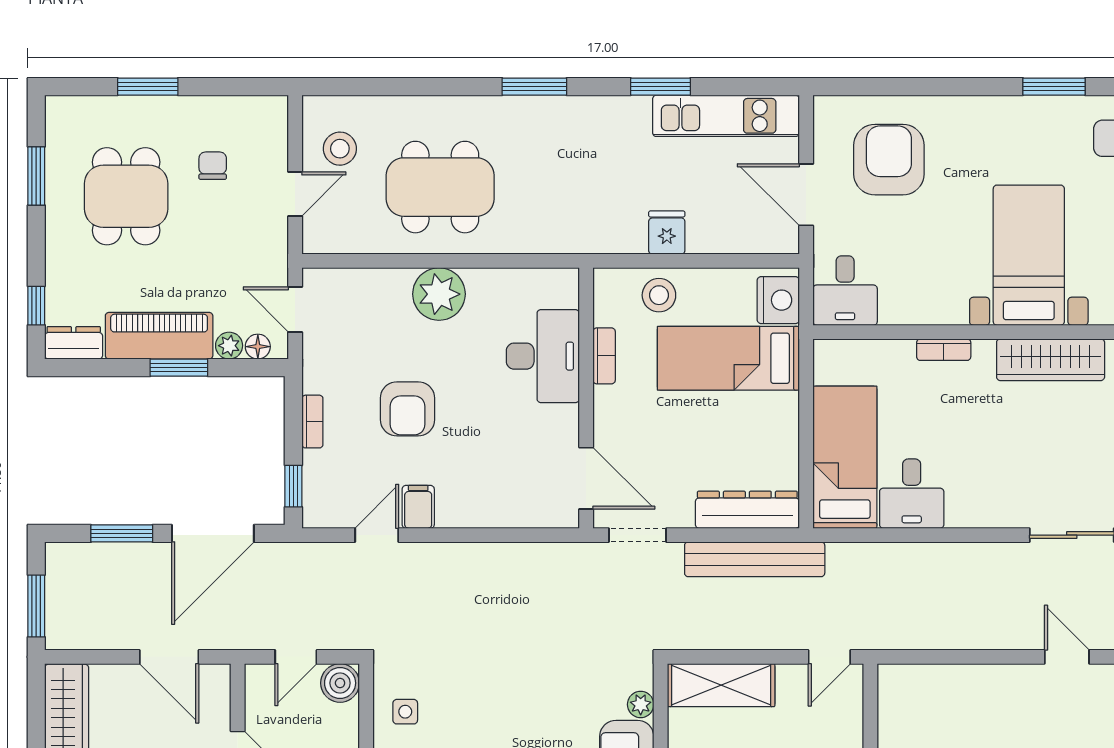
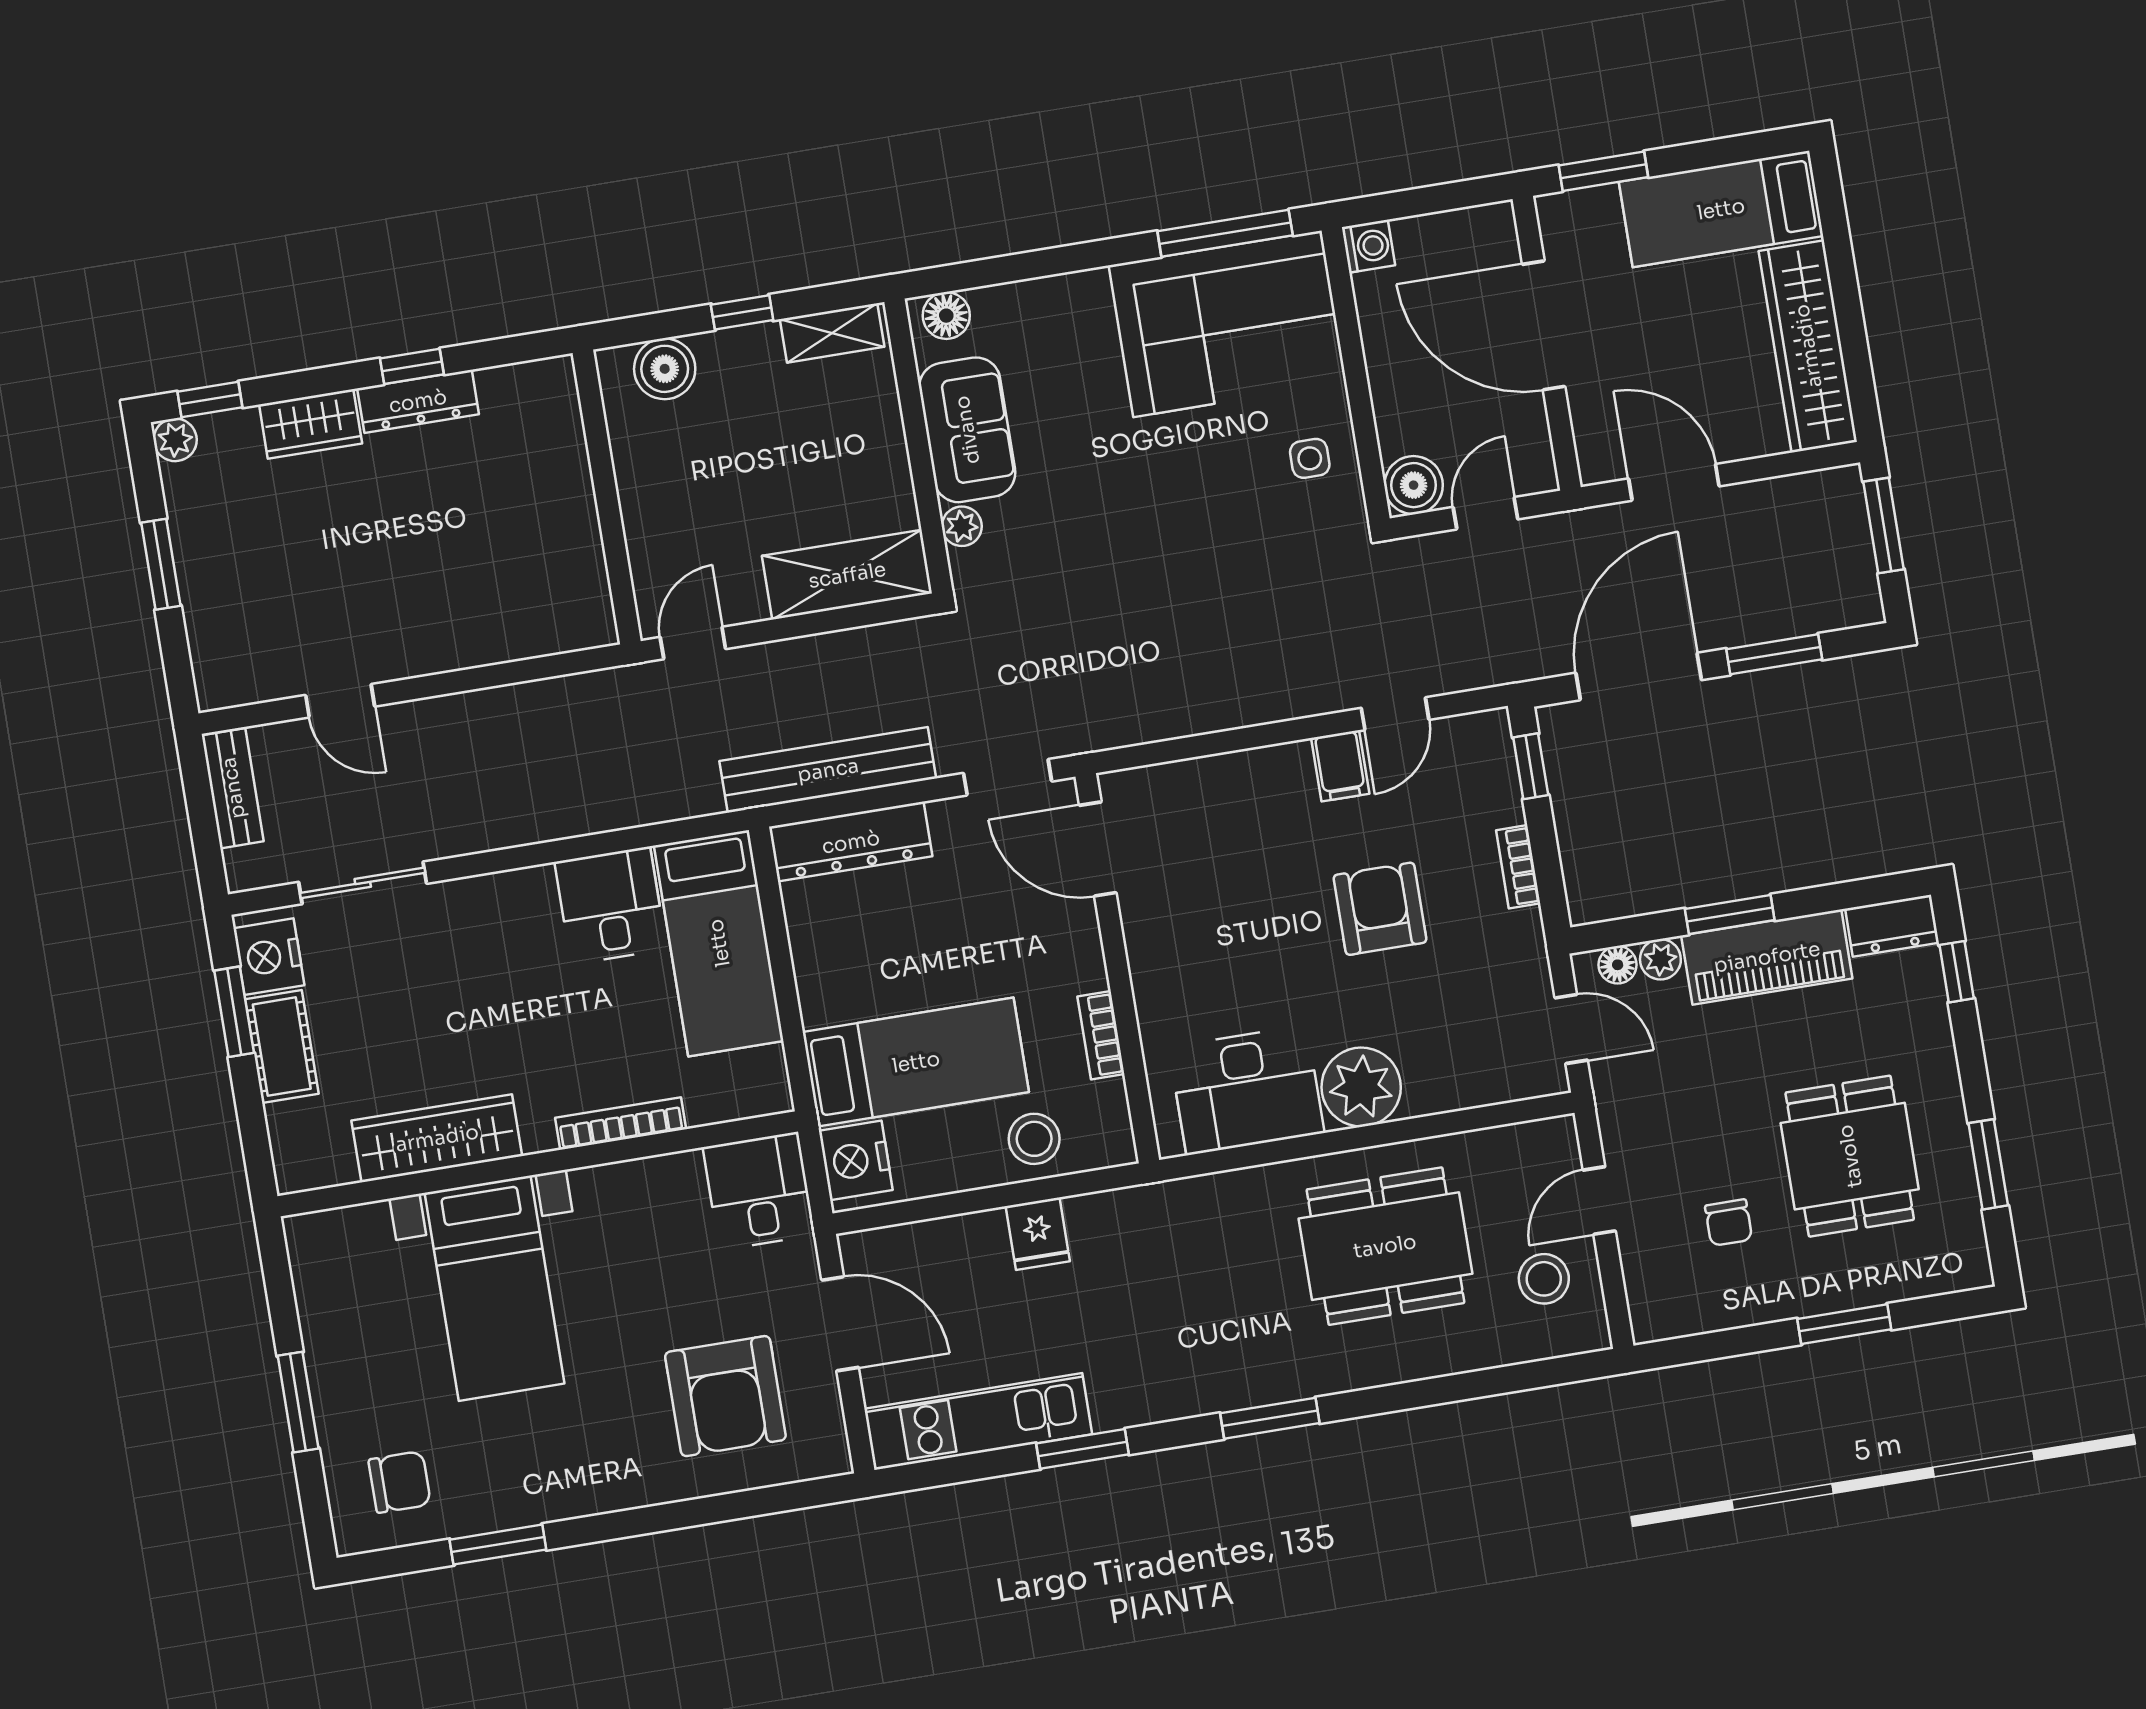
bookcase: (944, 350) -> (621, 1123), width x1.56
desk: (543, 356) -> (1247, 1090), moved, turned -90

